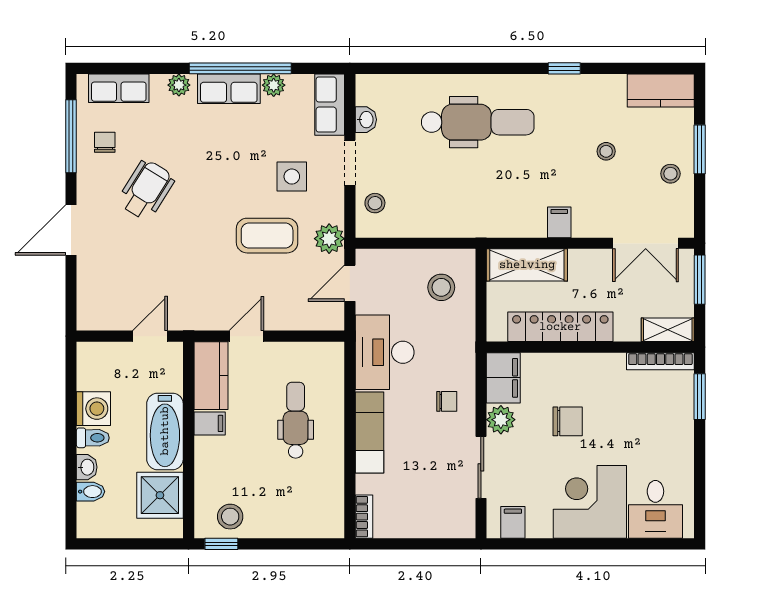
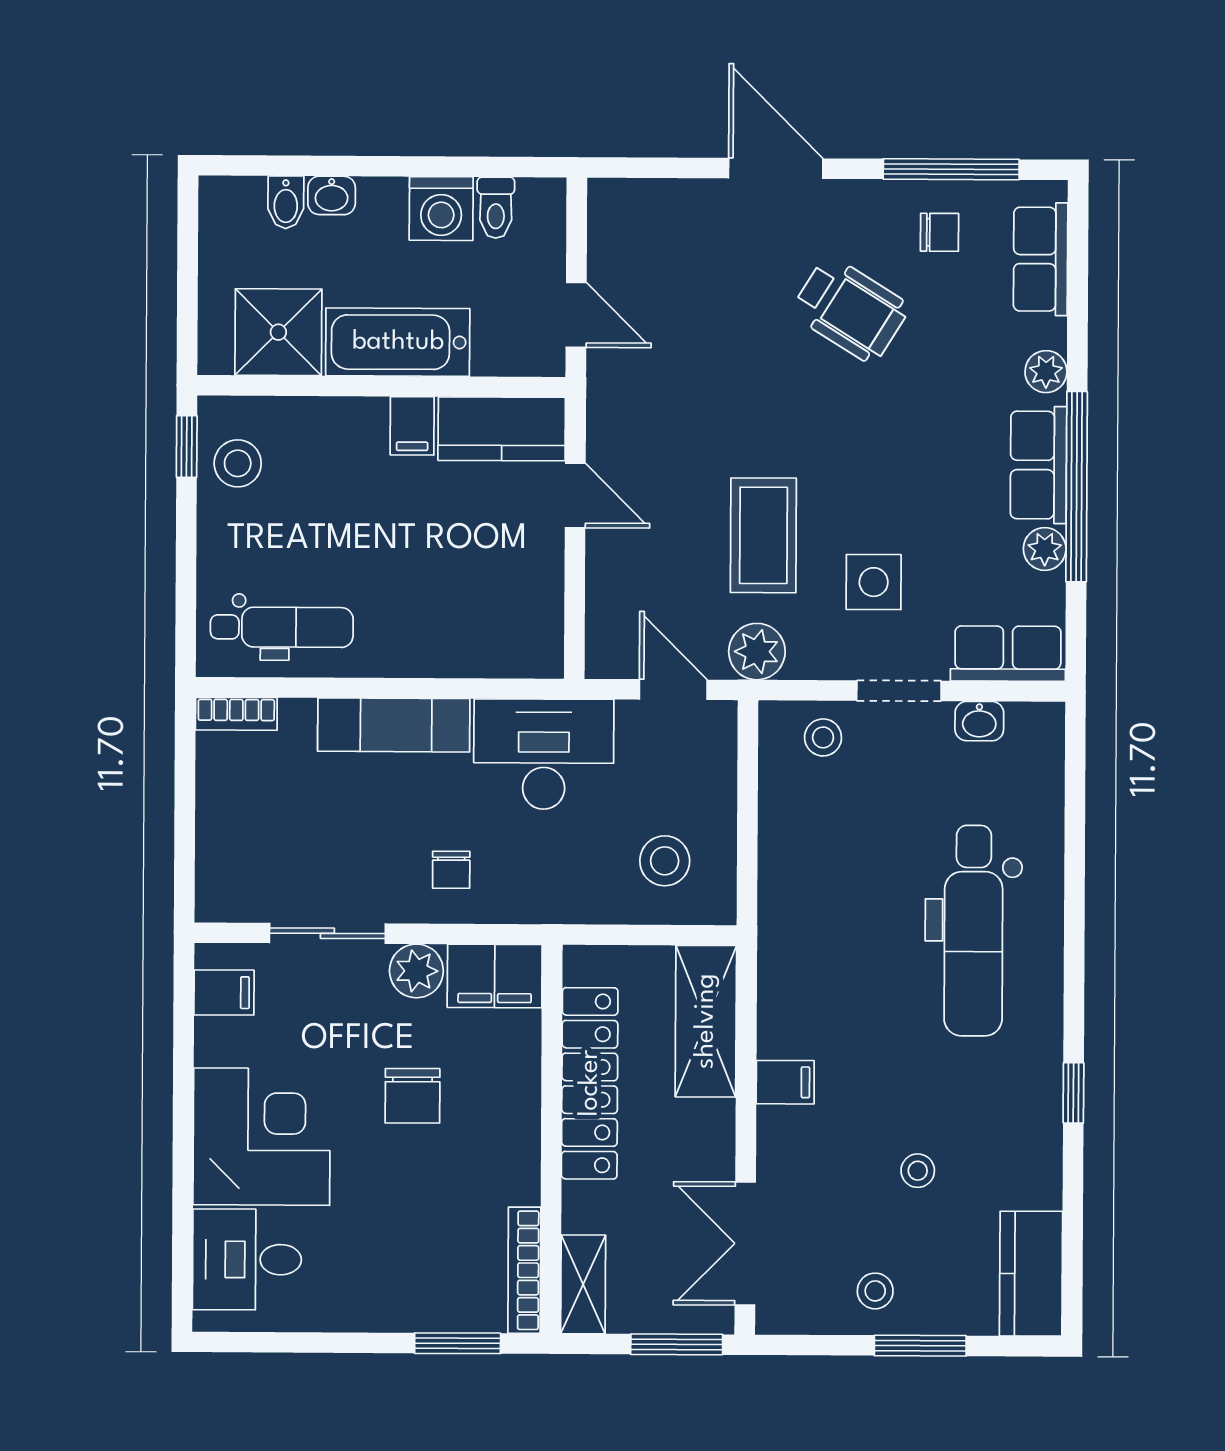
dental chair: (296, 420) -> (282, 627), moved
toilet: (93, 438) -> (496, 208), moved

